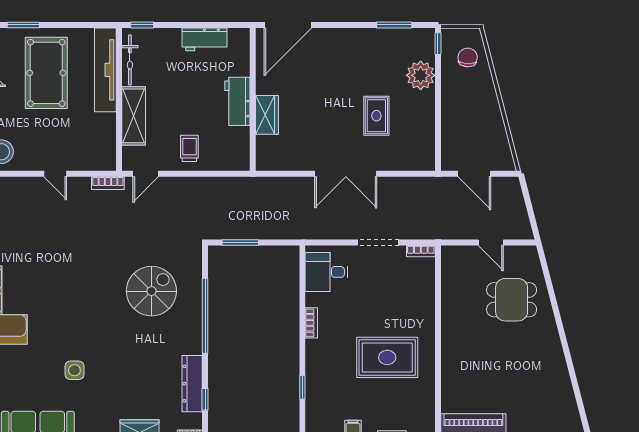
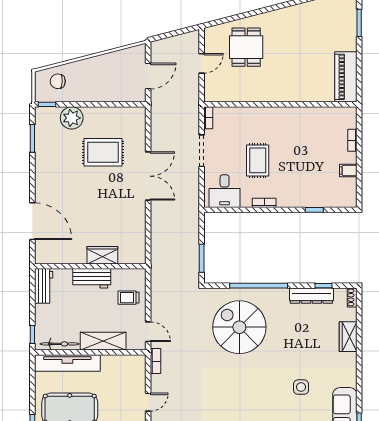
wall: (253, 99) -> (90, 266), moved
workbench: (237, 101) -> (92, 278), moved
wardrobe: (267, 115) -> (102, 255), moved
rug: (376, 116) -> (103, 152), width x1.36, depth x1.43
spiral stairs: (151, 291) -> (239, 327), width x1.37, depth x1.37
rug: (387, 357) -> (258, 160), moved, width x0.73, depth x0.70

